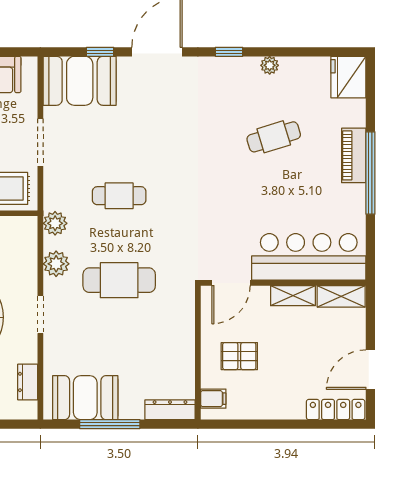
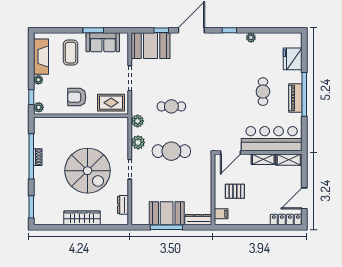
fridge: (348, 77) -> (293, 59), moved
cafe table: (274, 137) -> (263, 92), moved, turned -73
piano: (354, 155) -> (295, 98), moved
booth: (85, 398) -> (167, 213), moved

